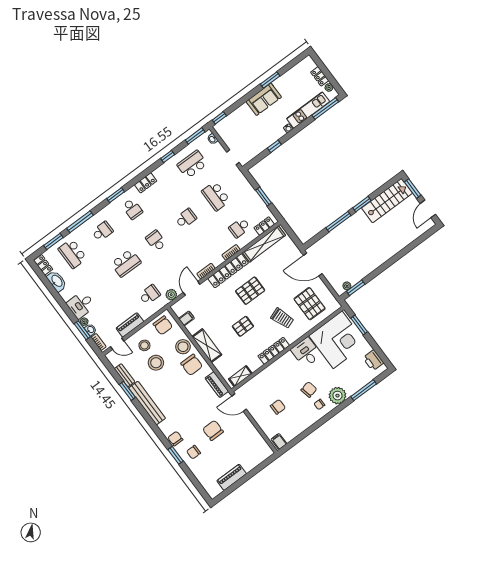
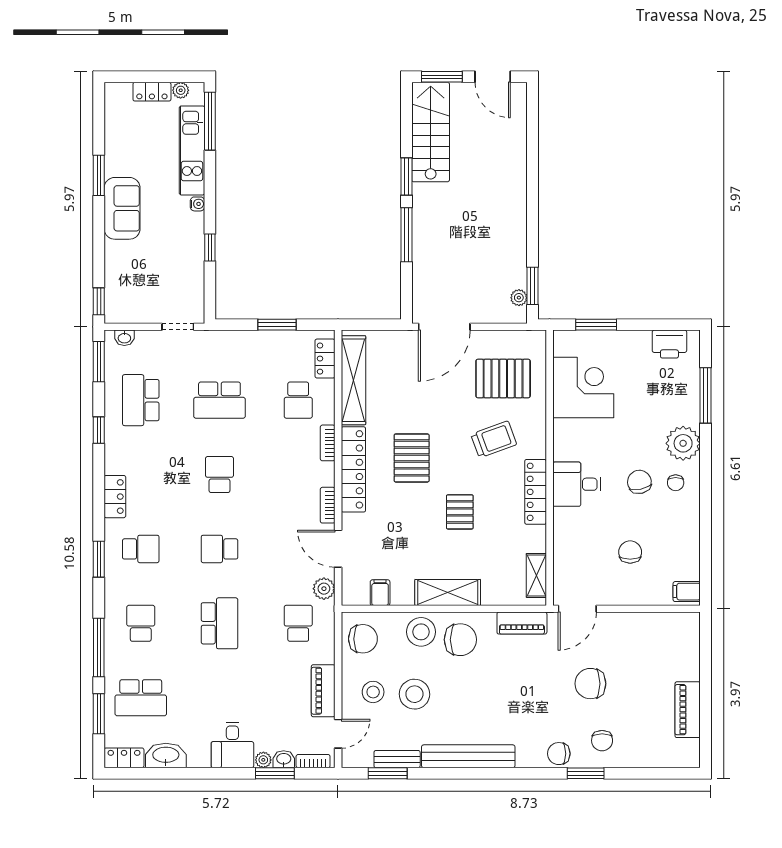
corner desk: (338, 340) -> (583, 388), width x0.74, depth x0.74
desk: (306, 352) -> (577, 484), moved
window: (127, 391) -> (388, 773), moved

